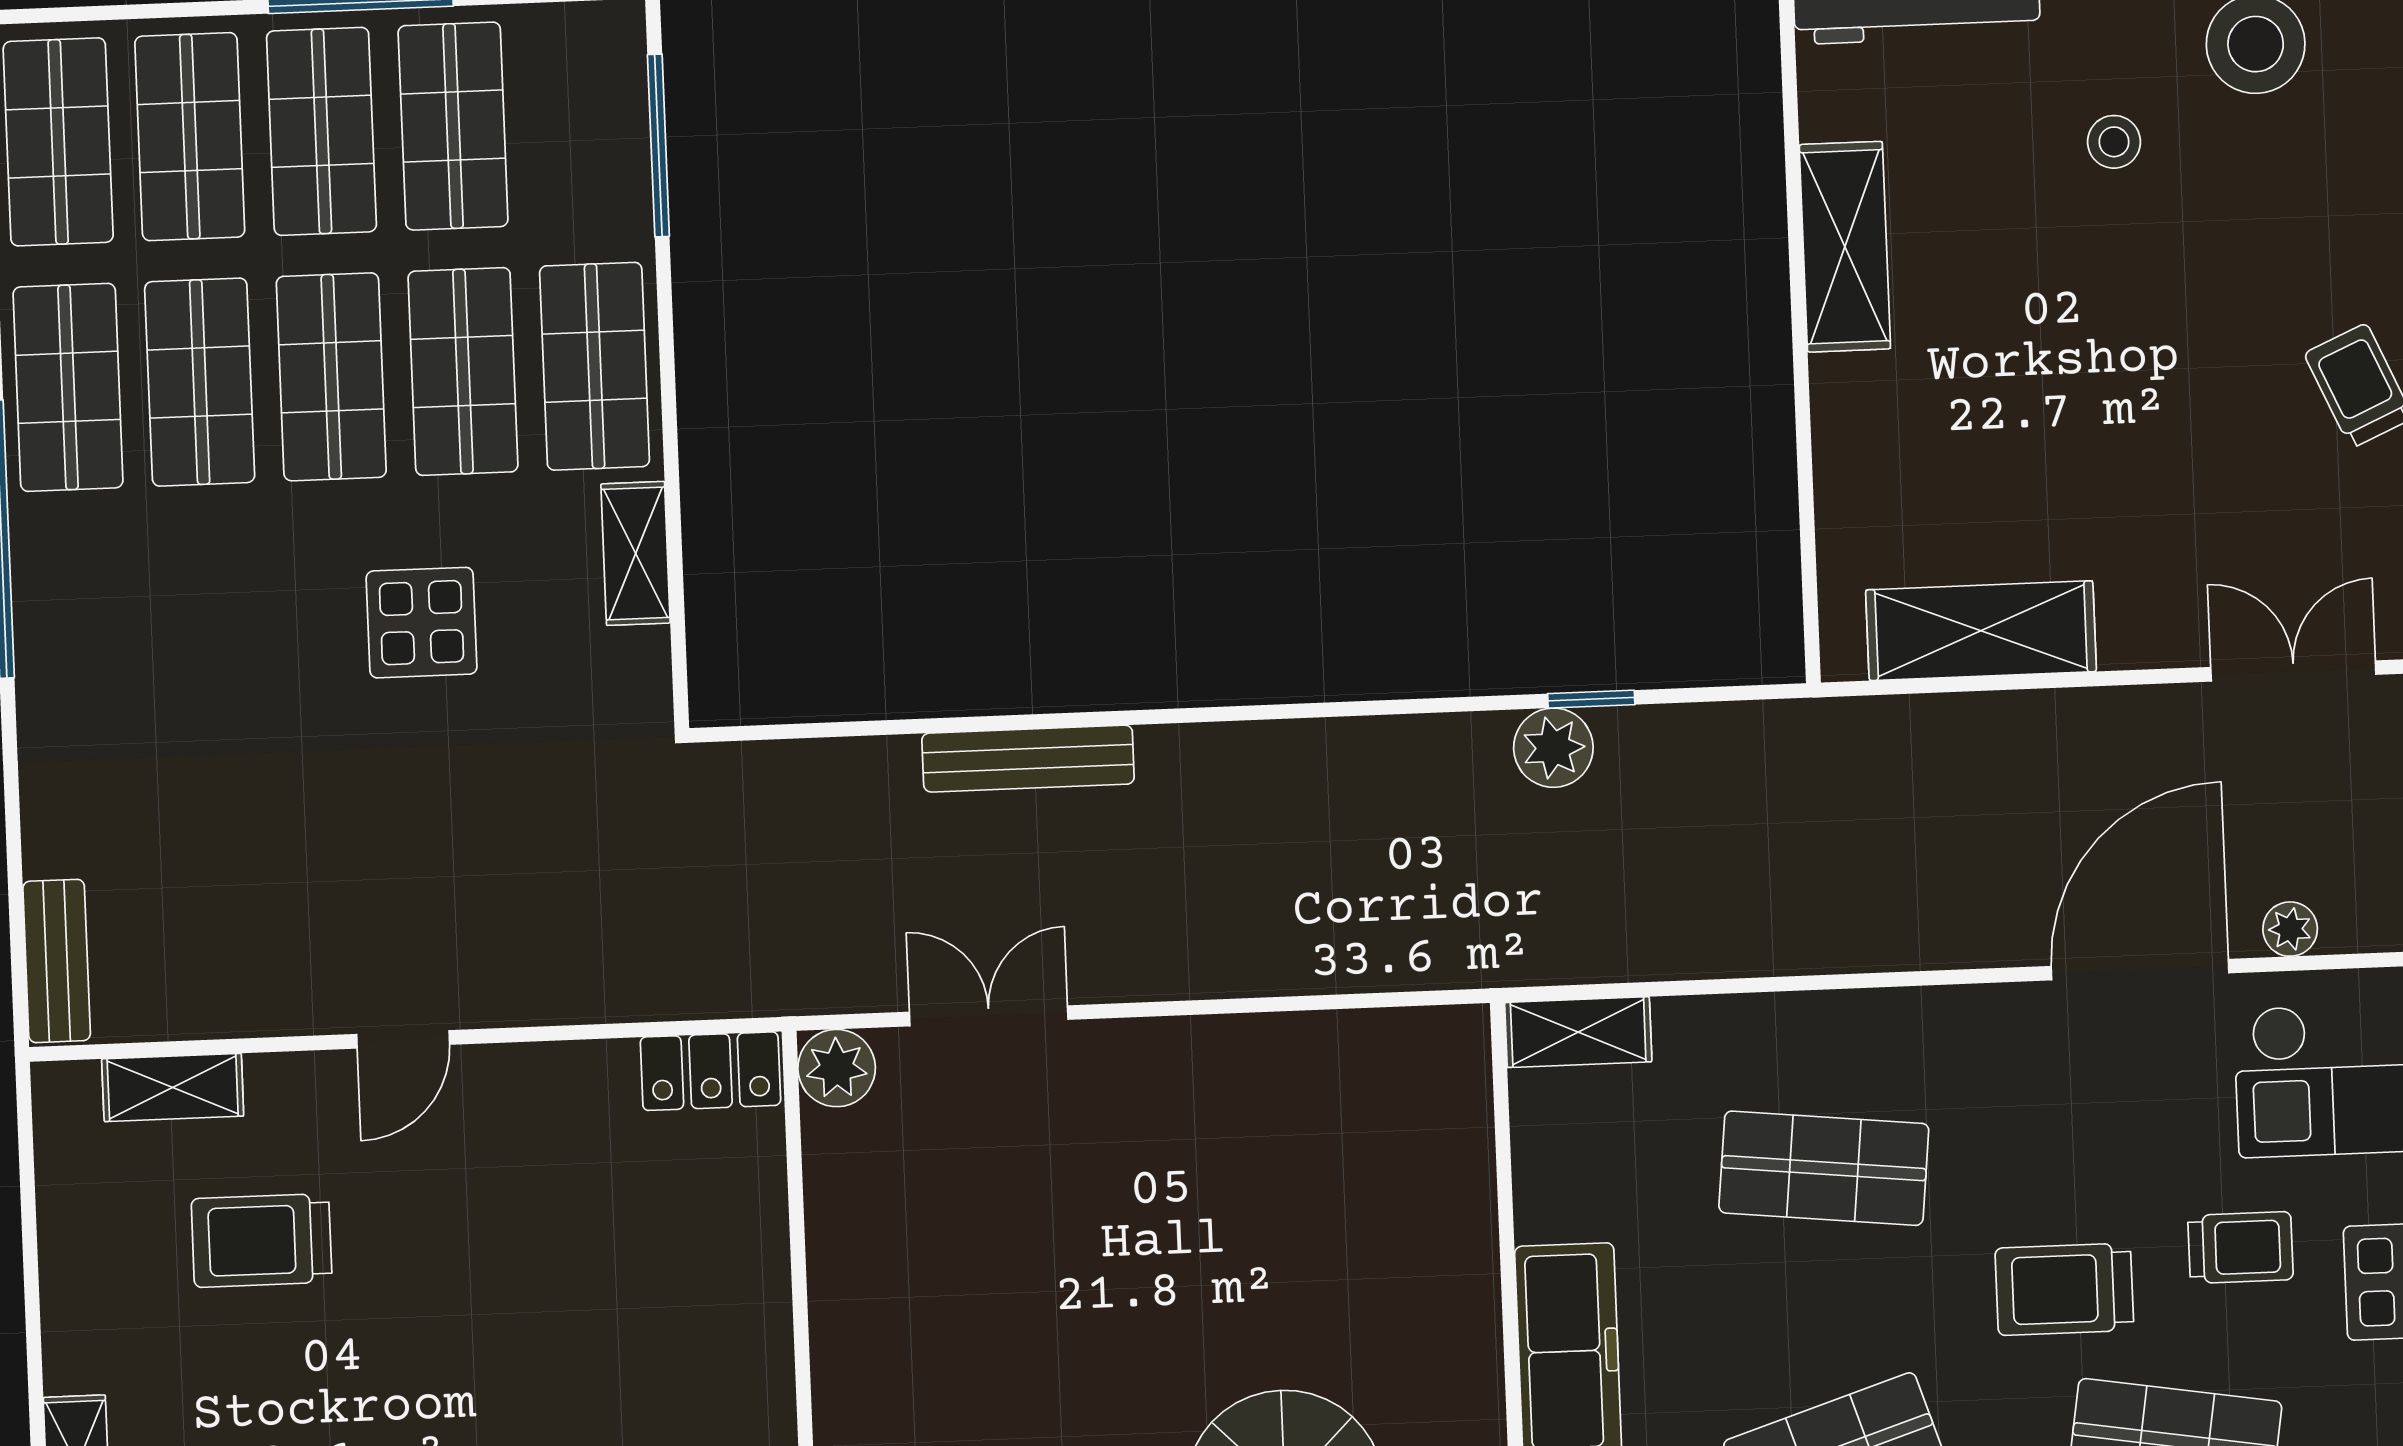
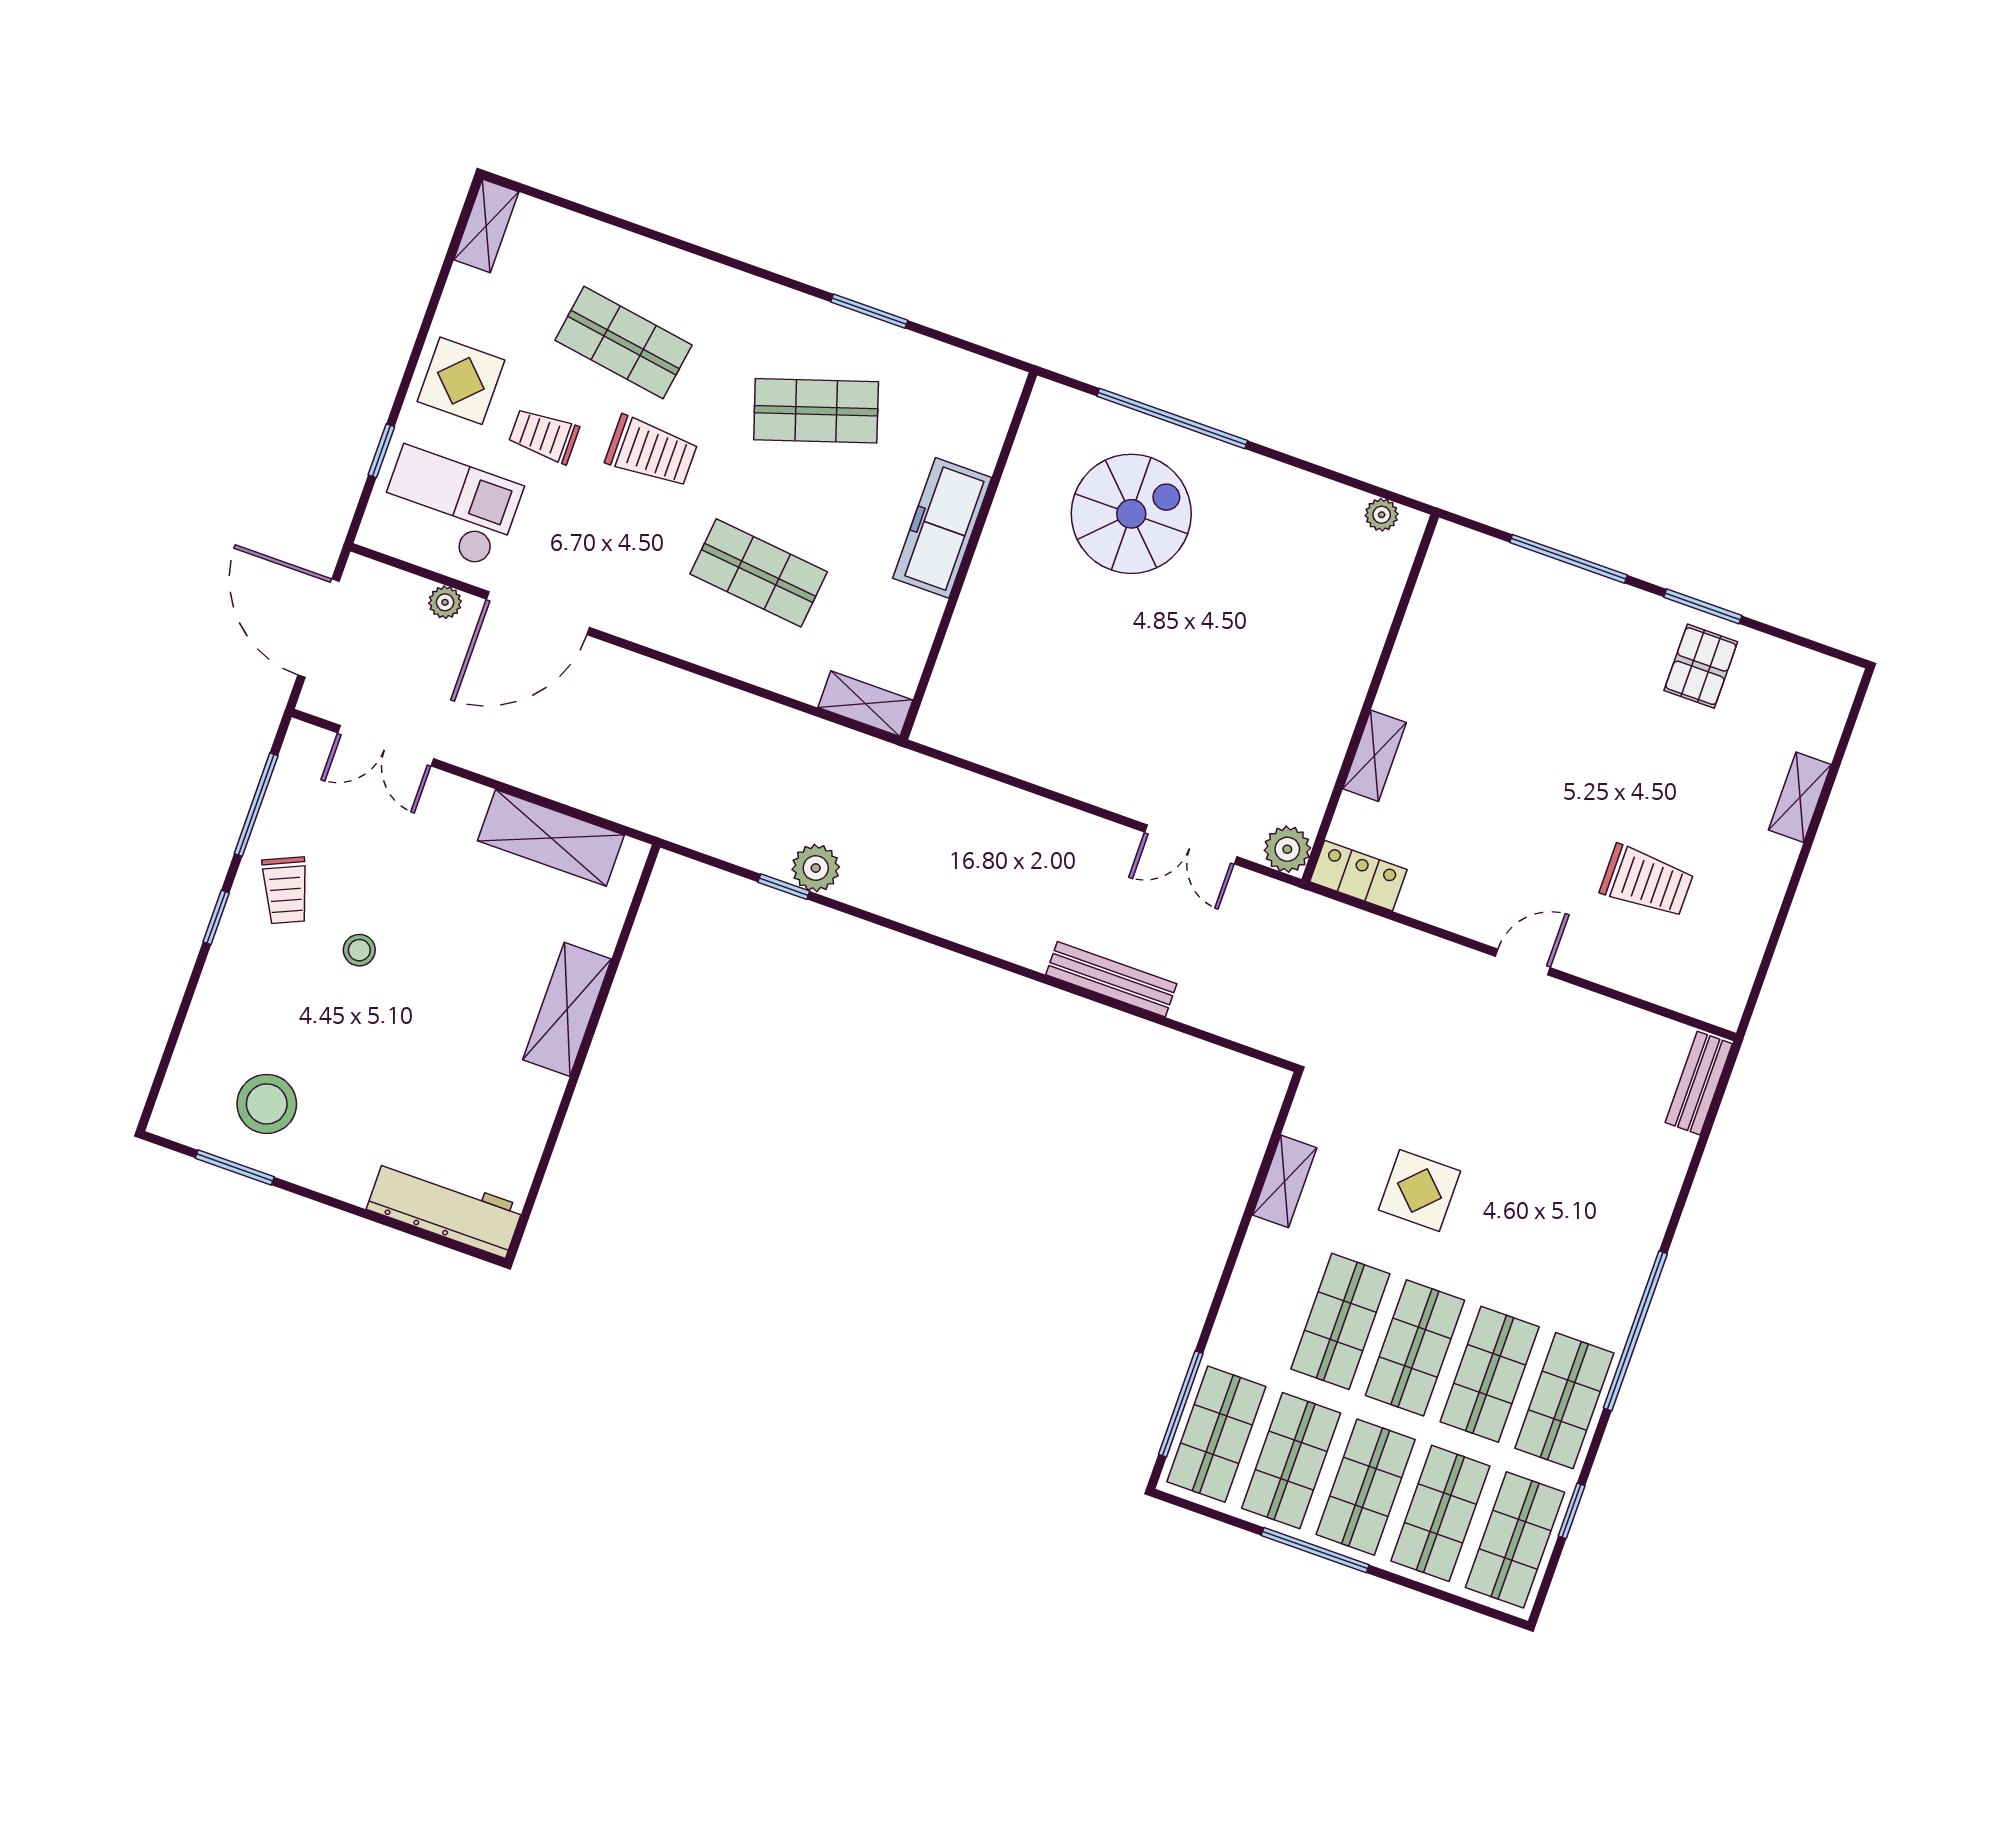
stool: (2114, 142) -> (359, 950), moved
shelving: (1845, 247) -> (567, 1009), moved
shop shelf: (595, 366) -> (1216, 1434), moved
shelving: (173, 1087) -> (1374, 756), moved, turned 90

